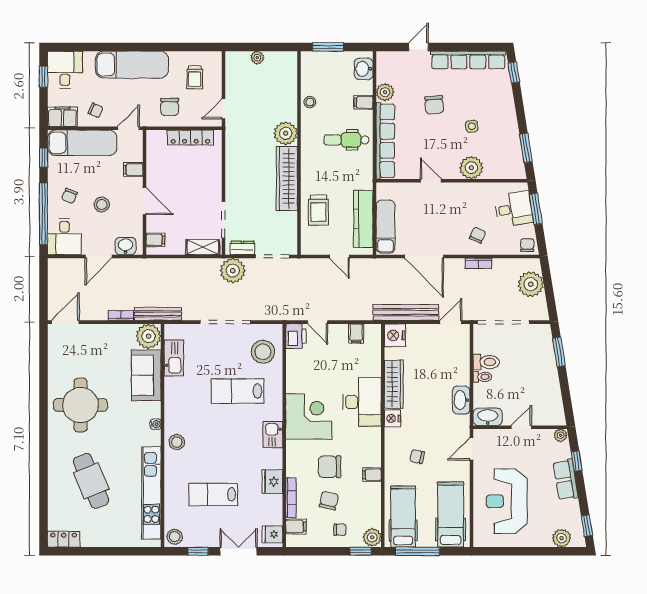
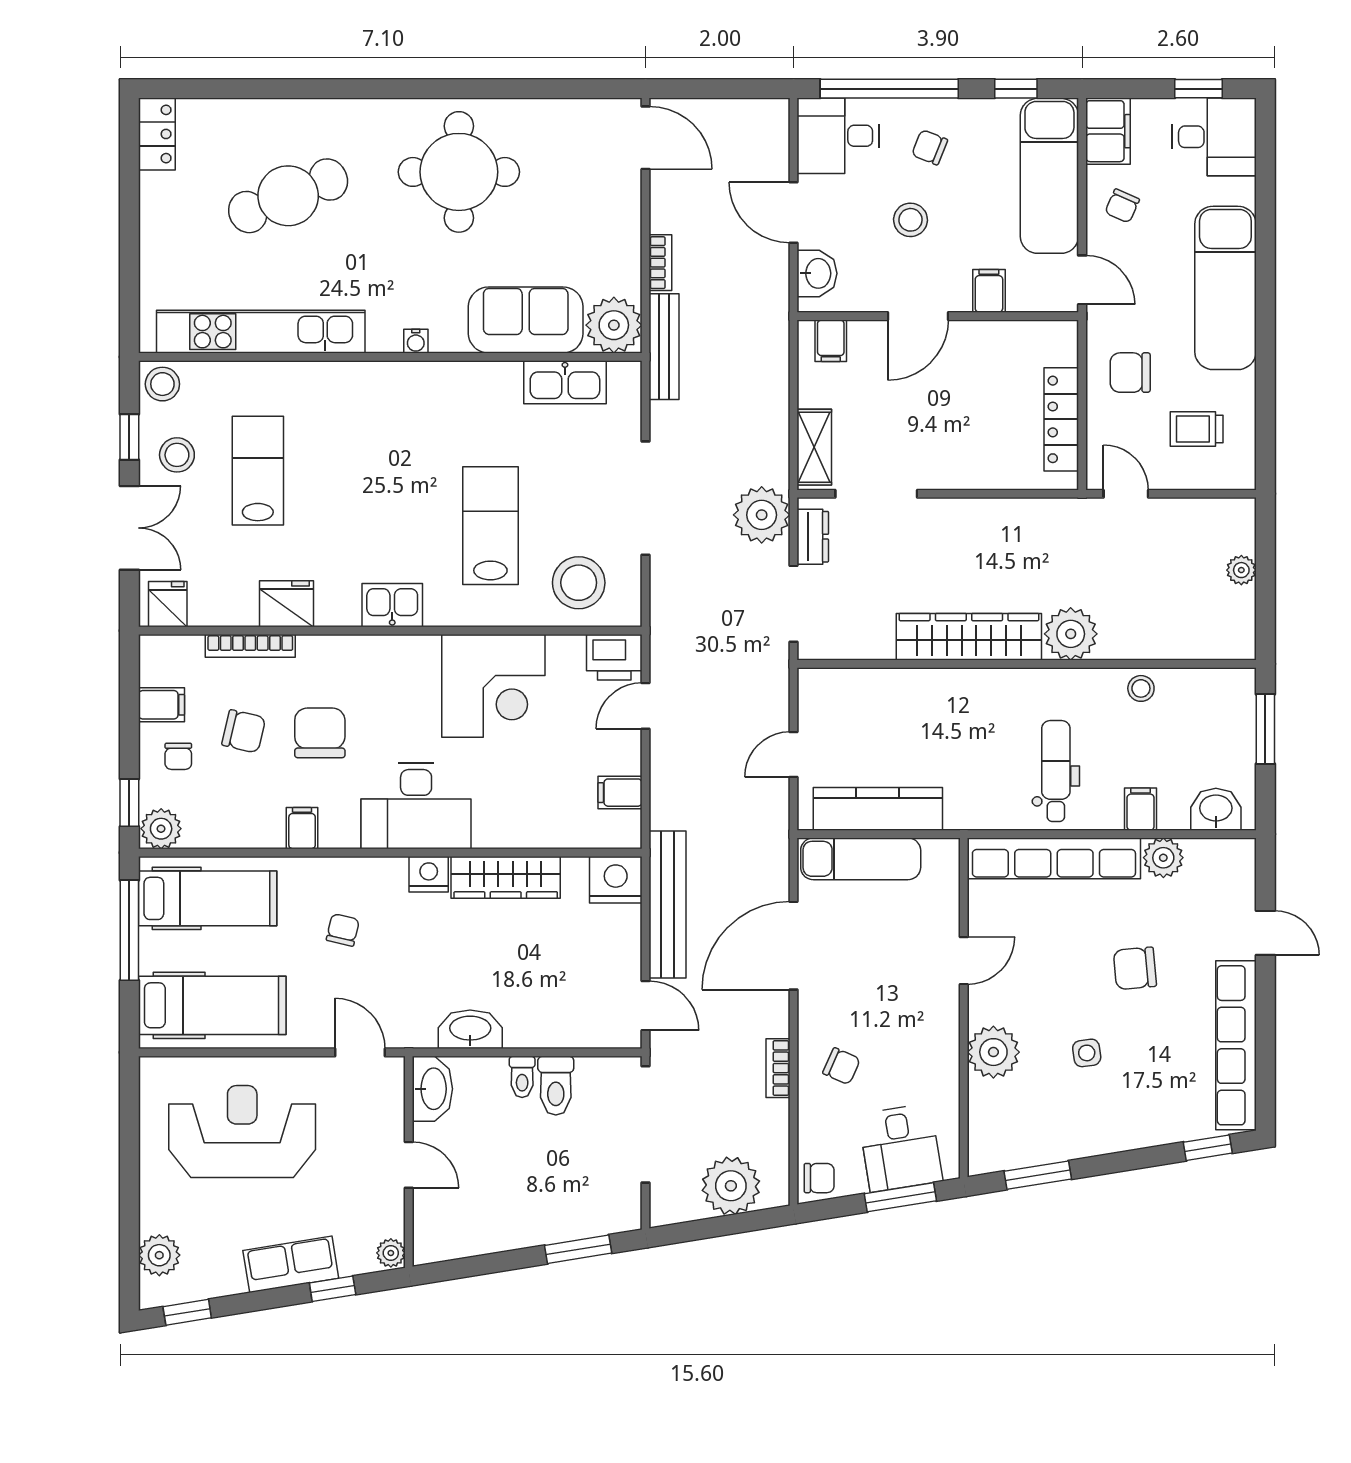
trolley: (318, 210) -> (898, 708), removed
desk: (362, 402) -> (416, 806), moved
corner desk: (309, 417) -> (493, 686), moved
stool: (177, 442) -> (177, 455), moved
filing cabinet: (296, 526) -> (161, 705), moved, turned -90

